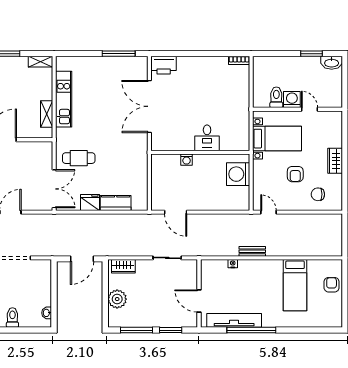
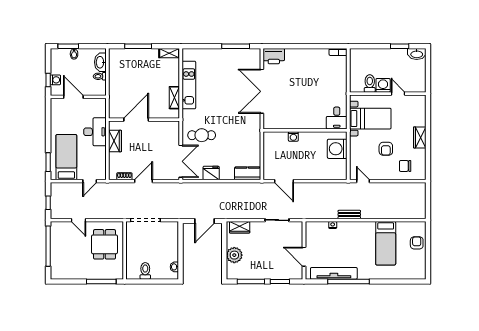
desk: (207, 138) -> (337, 118), moved
kitchen counter: (116, 203) -> (248, 173), moved

